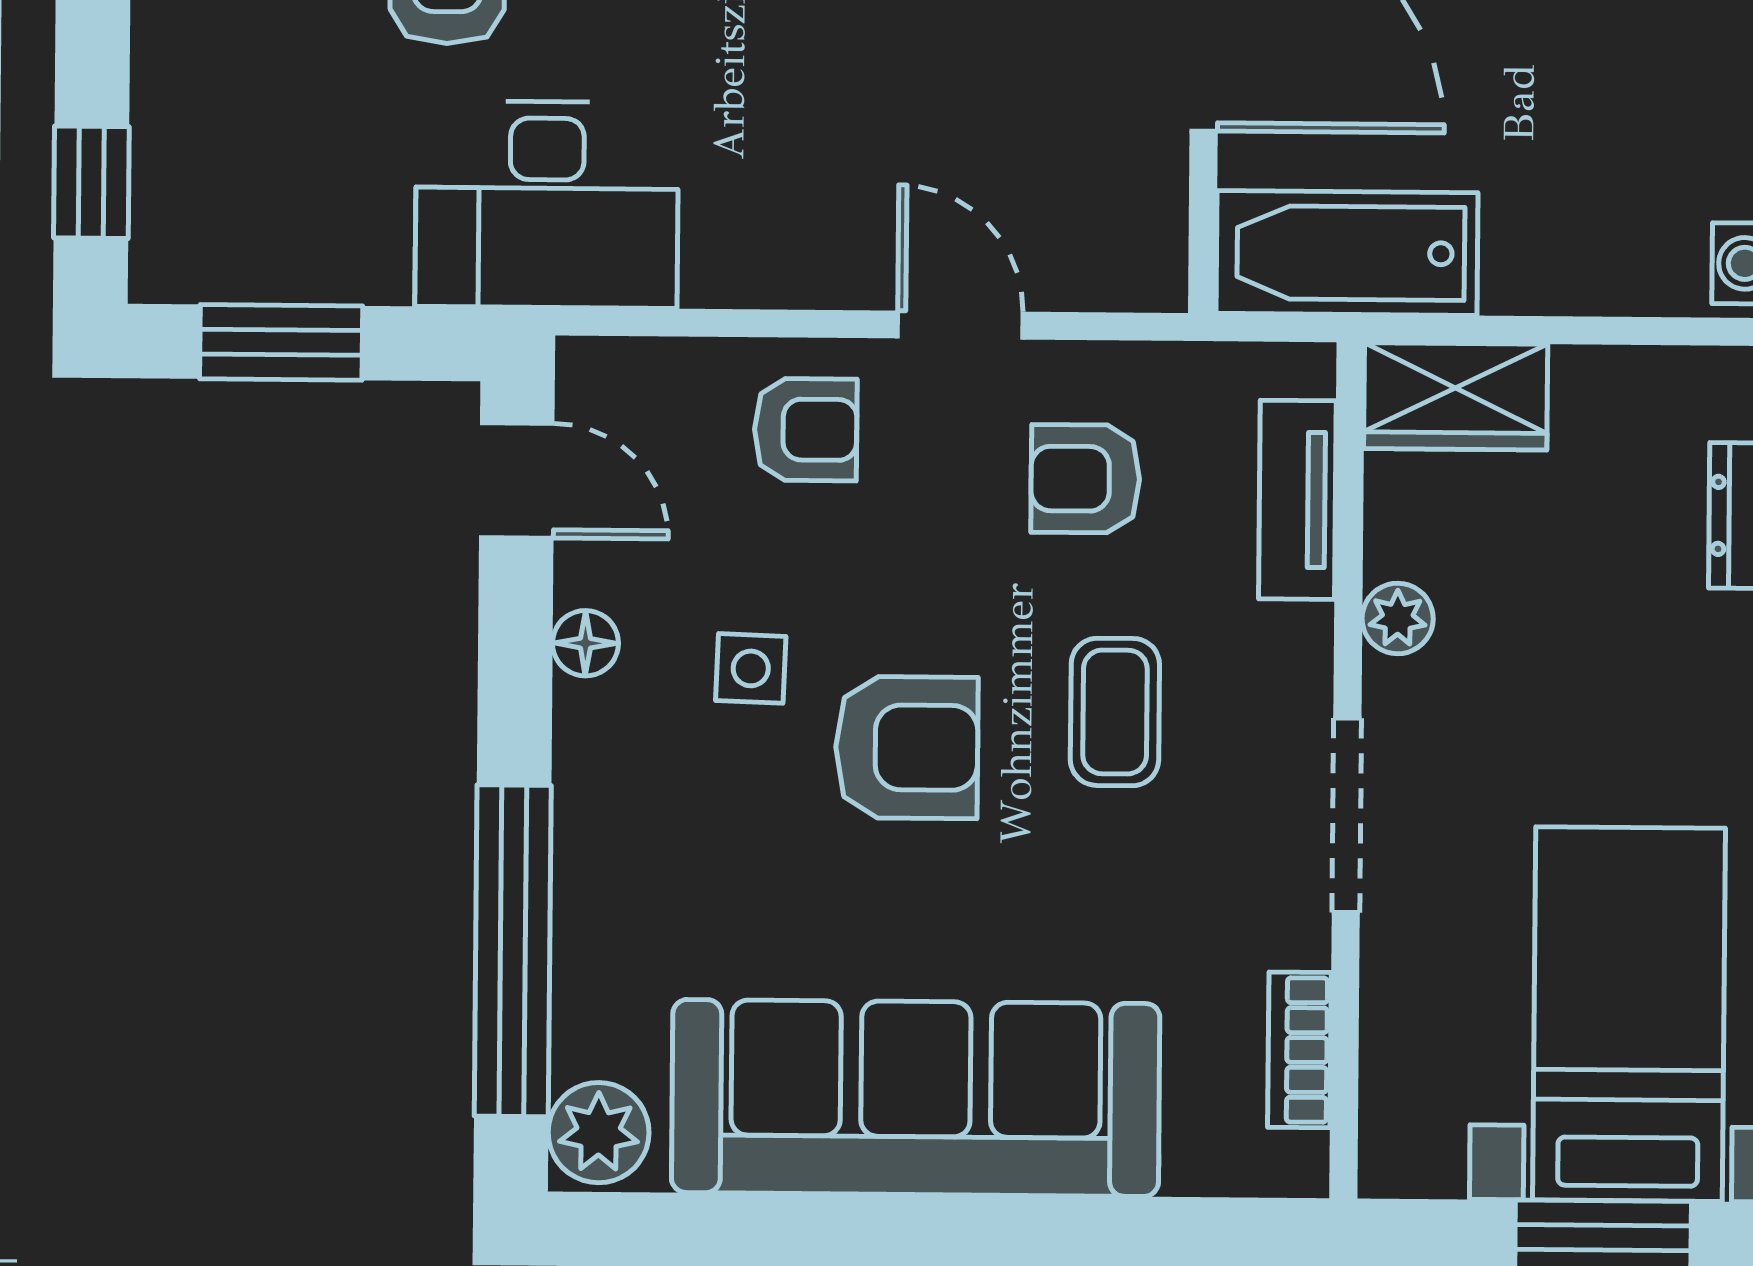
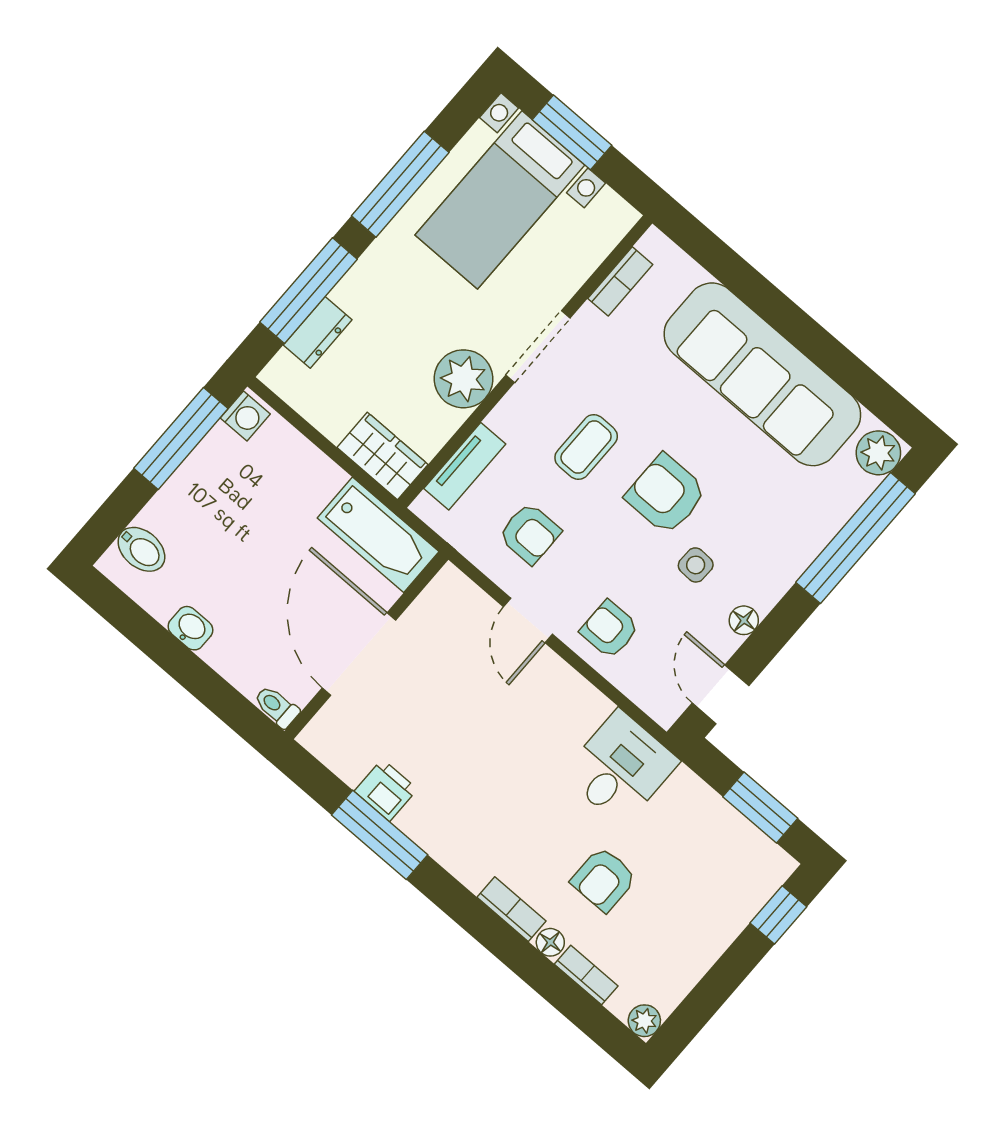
desk: (547, 205) -> (620, 768), width x0.73
plant: (1398, 619) -> (463, 379), width x1.88, depth x1.88

